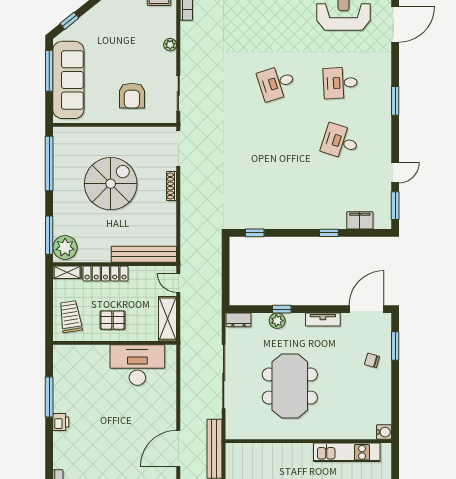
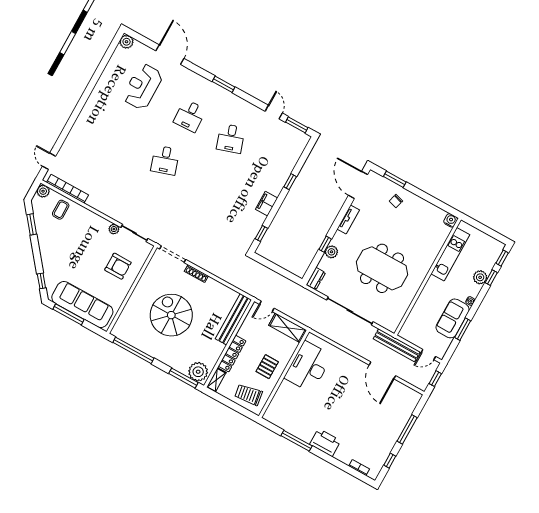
plant: (170, 45) -> (114, 229), moved
desk: (340, 142) -> (231, 138), turned -36
filing cabinet: (360, 220) -> (267, 204), moved
printer: (61, 422) -> (325, 442), width x1.87, depth x1.48

